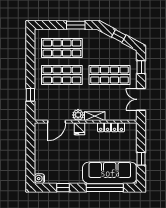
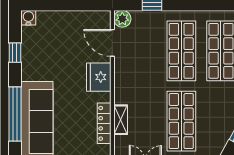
plant: (78, 115) -> (122, 19), moved
shelving: (95, 116) -> (121, 120), moved
fridge: (80, 129) -> (99, 77), width x1.88, depth x1.34

